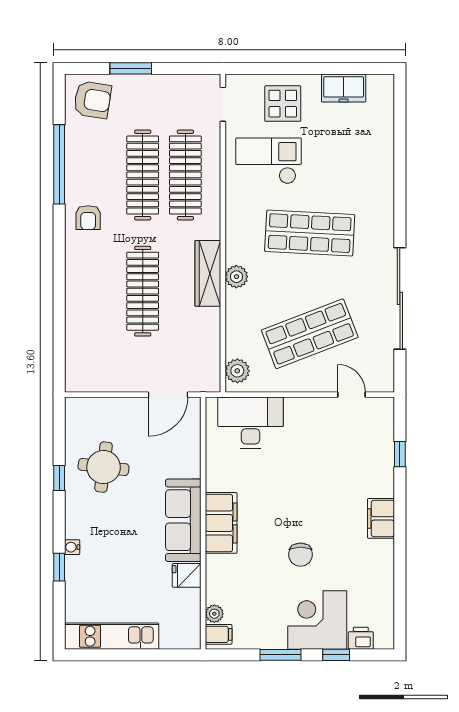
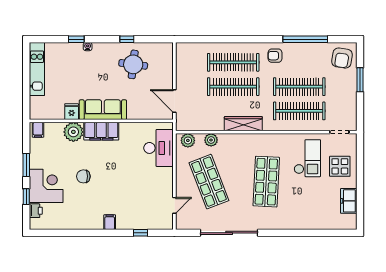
plant: (236, 277) -> (211, 140), moved
clothes rail: (100, 291) -> (233, 62), added
filing cabinet: (381, 518) -> (110, 222), width x0.50
plant: (214, 614) -> (73, 132), moved, width x1.87, depth x1.87

